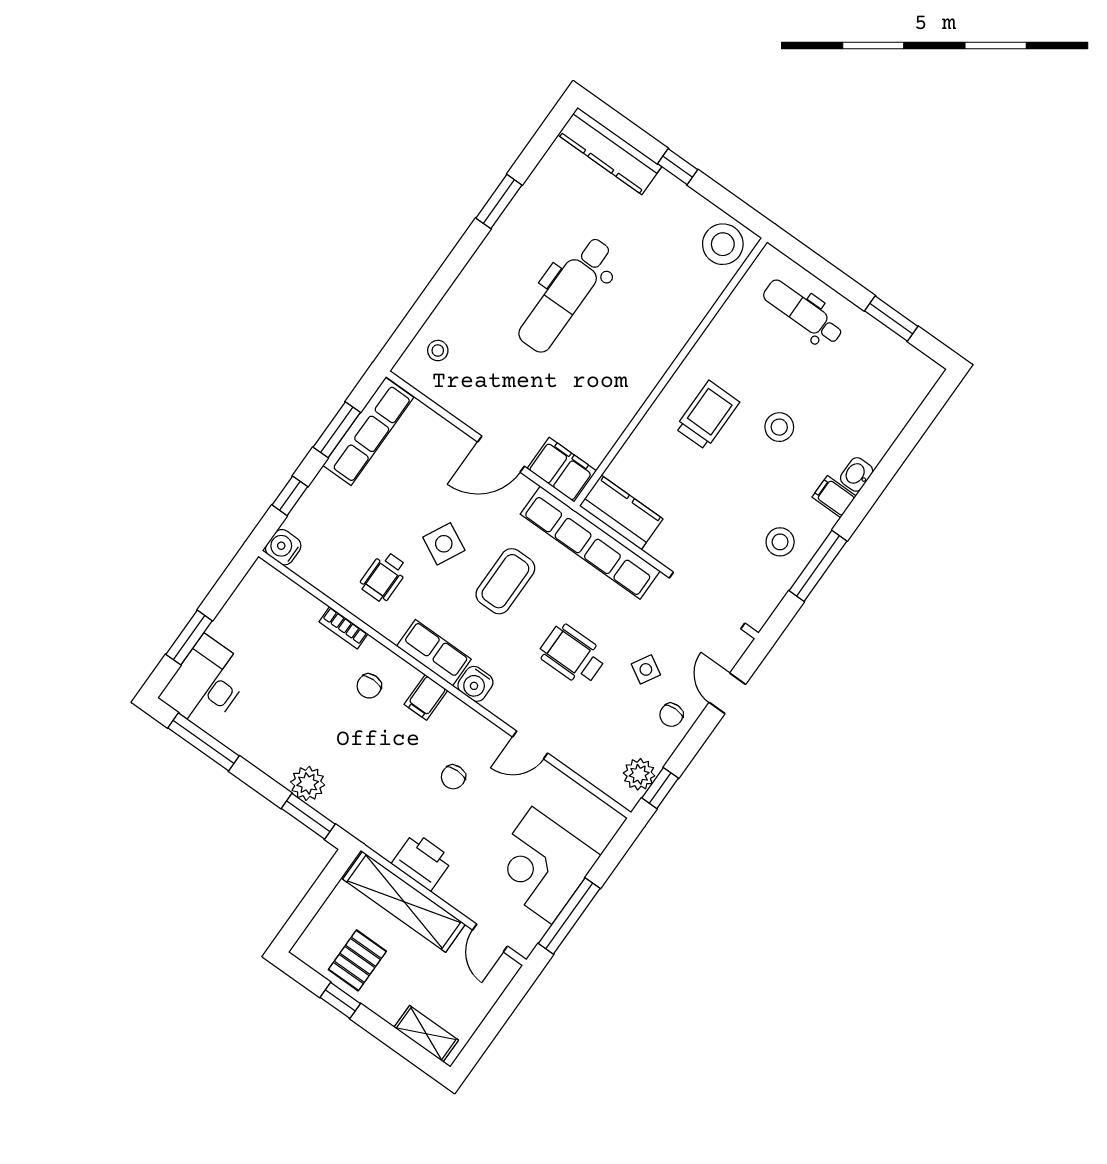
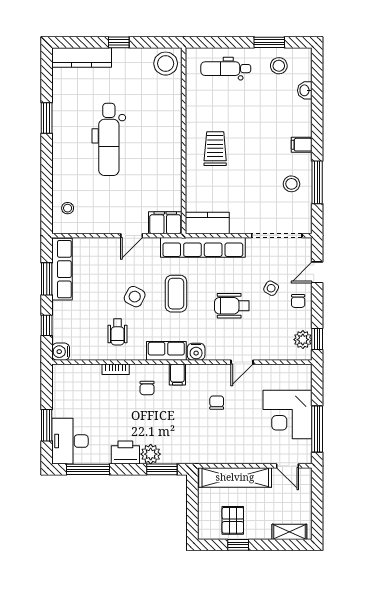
stool: (779, 427) -> (279, 66), moved
door: (501, 454) -> (132, 236), width x0.73
washbasin: (857, 474) -> (305, 90), moved
door: (727, 693) -> (317, 272), hinge flipped
chair: (453, 777) -> (217, 403), turned 180
printer: (422, 861) -> (125, 452), moved

